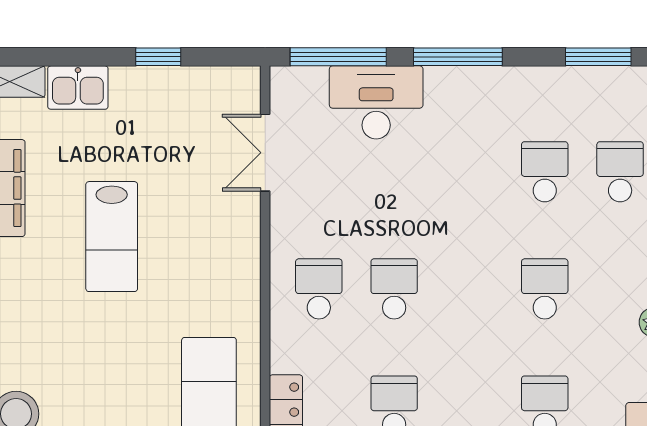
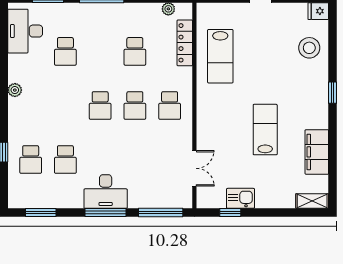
window: (158, 57) -> (230, 212), moved
kitchen sink: (78, 88) -> (240, 198), moved
desk: (376, 102) -> (106, 191), moved
school desk: (545, 289) -> (100, 105), moved

